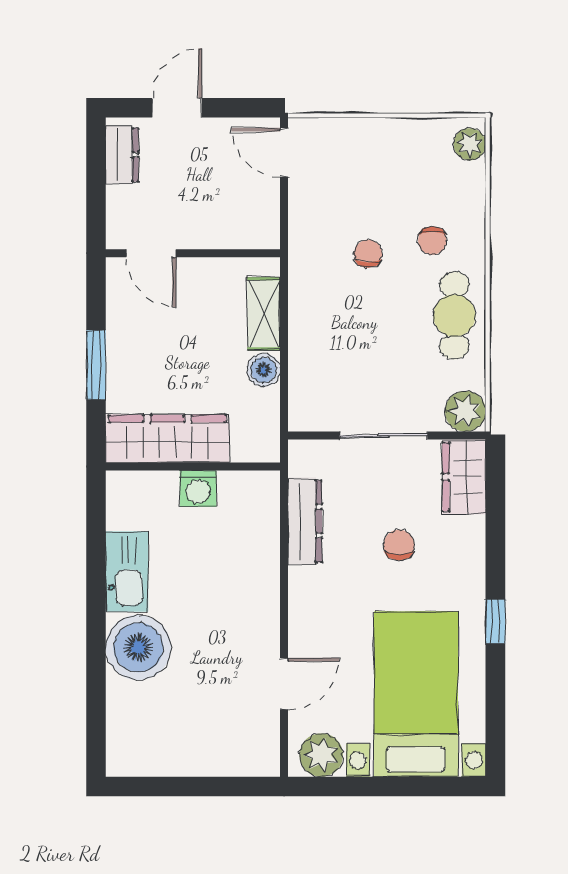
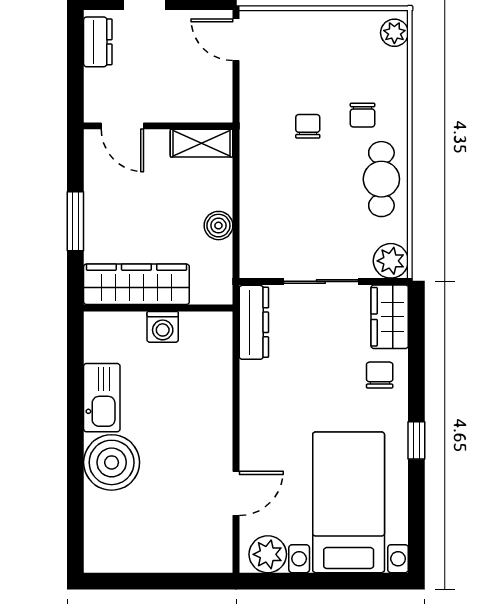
shelving: (264, 314) -> (202, 143), moved, turned 90
dresser: (305, 521) -> (254, 322), moved
chair: (399, 545) -> (380, 375), moved

